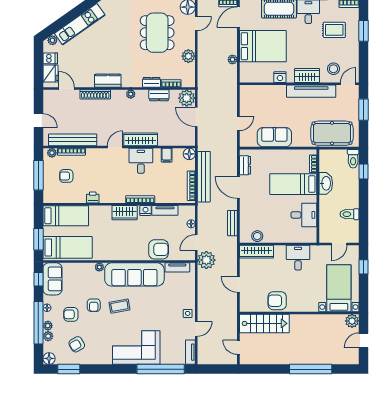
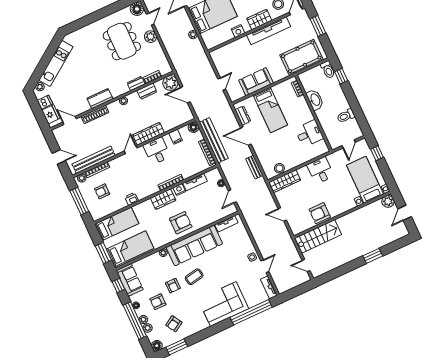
plant: (188, 56) -> (151, 37), moved
bed: (293, 184) -> (270, 110), moved, turned -90
armchair: (159, 249) -> (181, 223), moved
plant: (206, 260) -> (247, 207), removed
window: (311, 369) -> (373, 256), width x0.47

